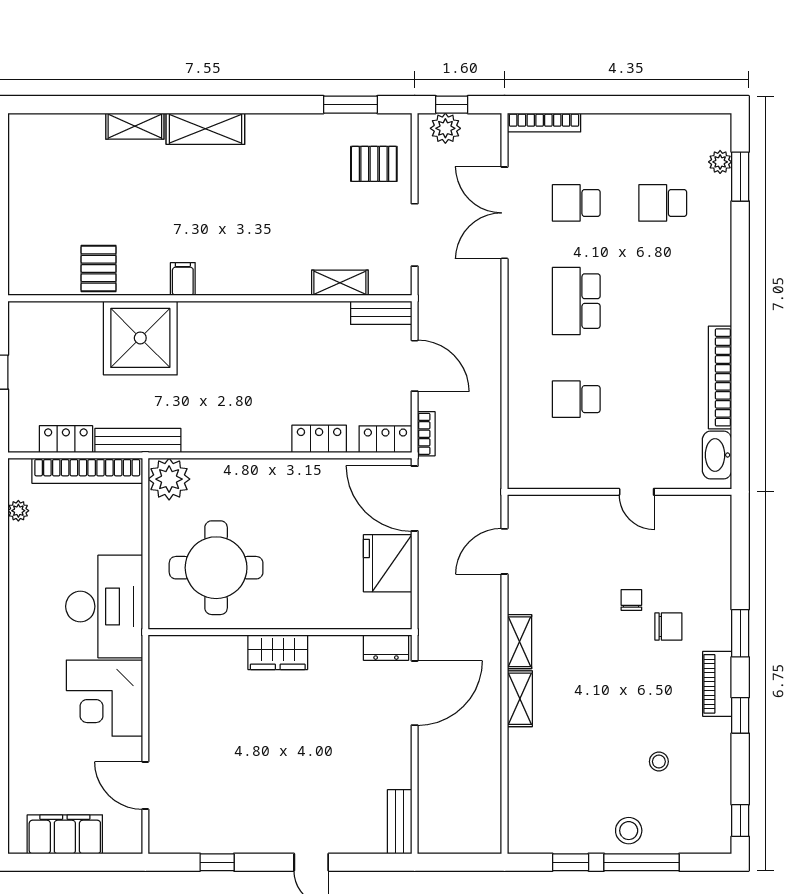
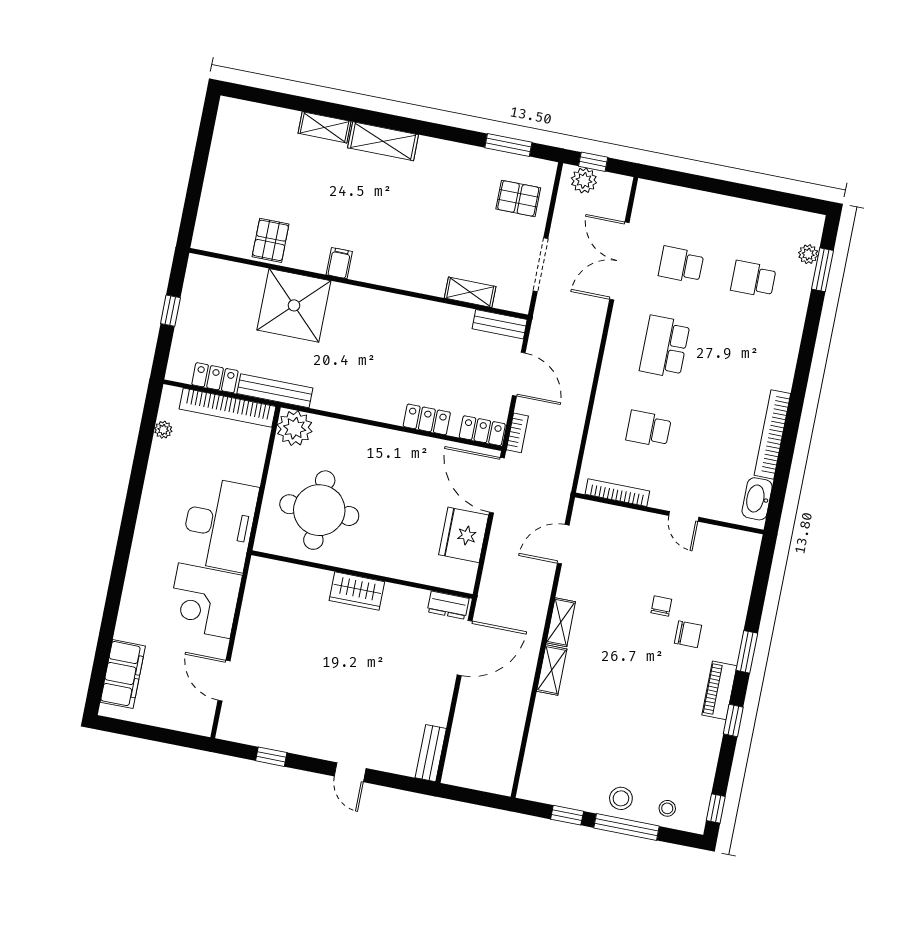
bookcase: (544, 122) -> (617, 493), moved, turned 180
stool: (659, 762) -> (667, 808), moved
filing cabinet: (65, 834) -> (123, 674), moved, turned 90

